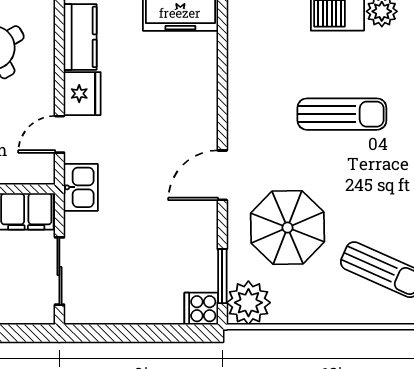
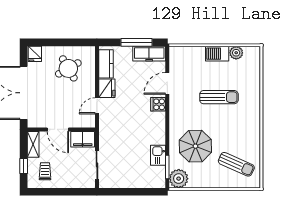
door: (222, 175) -> (167, 83), moved
kitchen sink: (81, 187) -> (158, 155), moved, turned 180
cooker: (201, 309) -> (158, 104), moved

